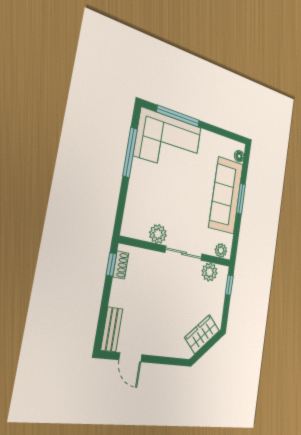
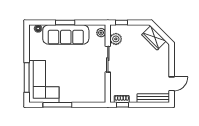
plant: (158, 234) -> (100, 79), removed
bench: (112, 329) -> (153, 98), width x1.36

